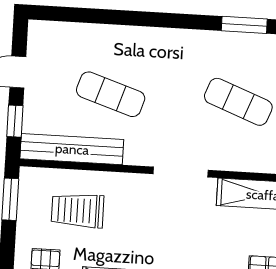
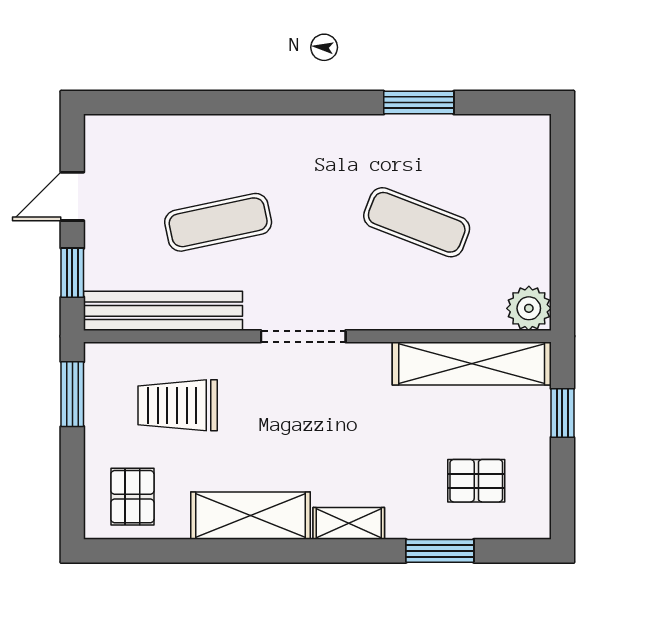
exercise mat: (111, 94) -> (218, 222), turned -30
doorway: (181, 172) -> (303, 336), moved

